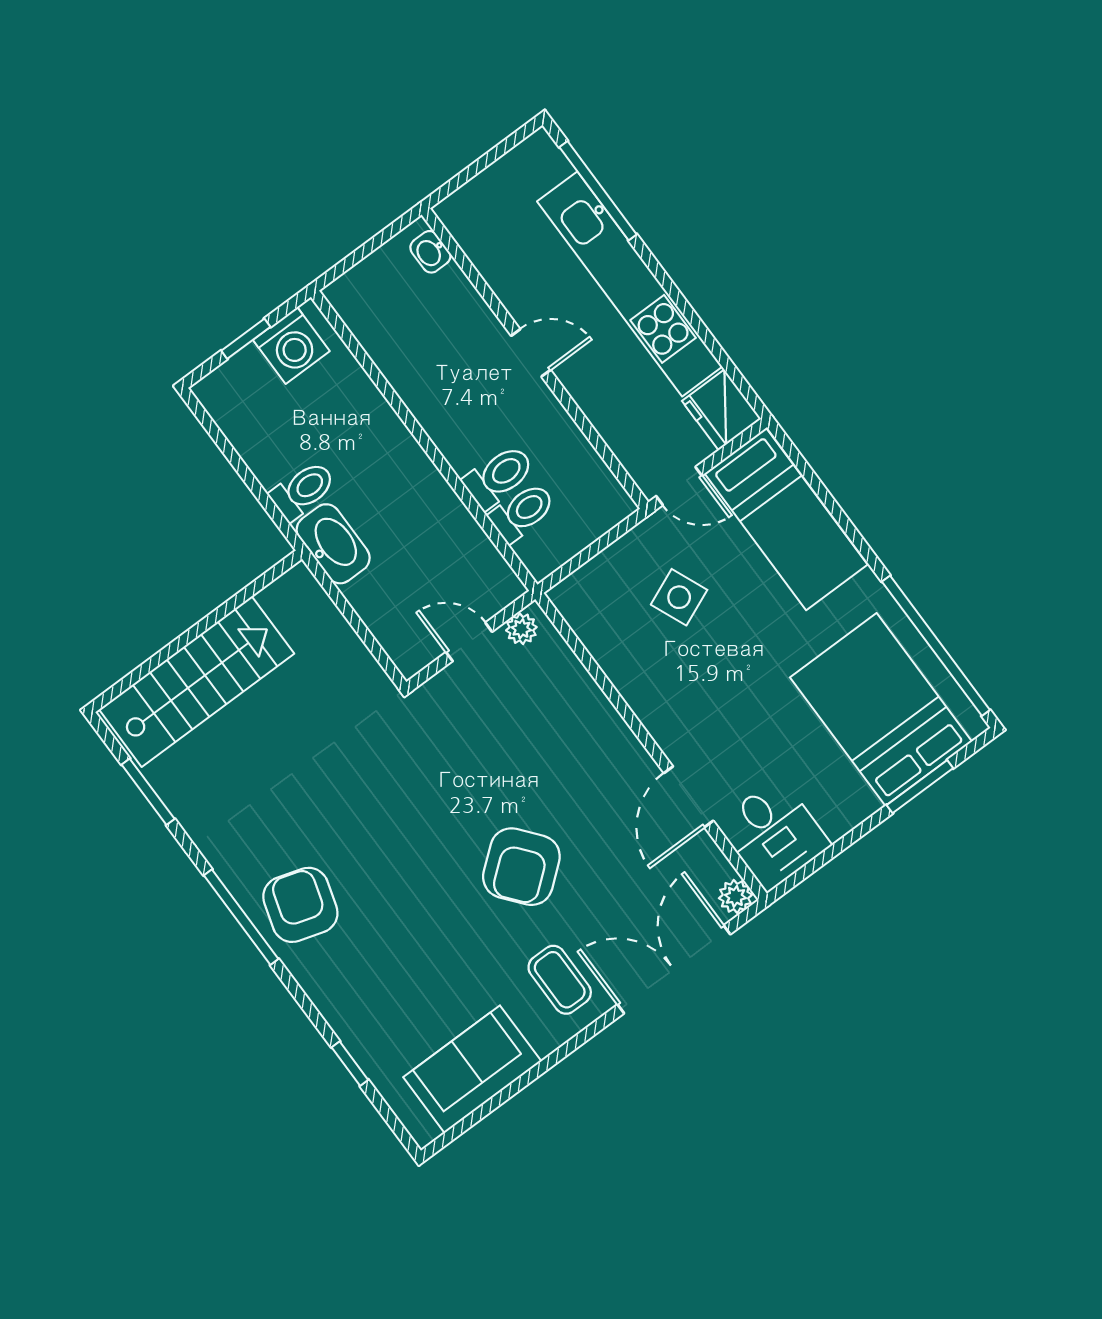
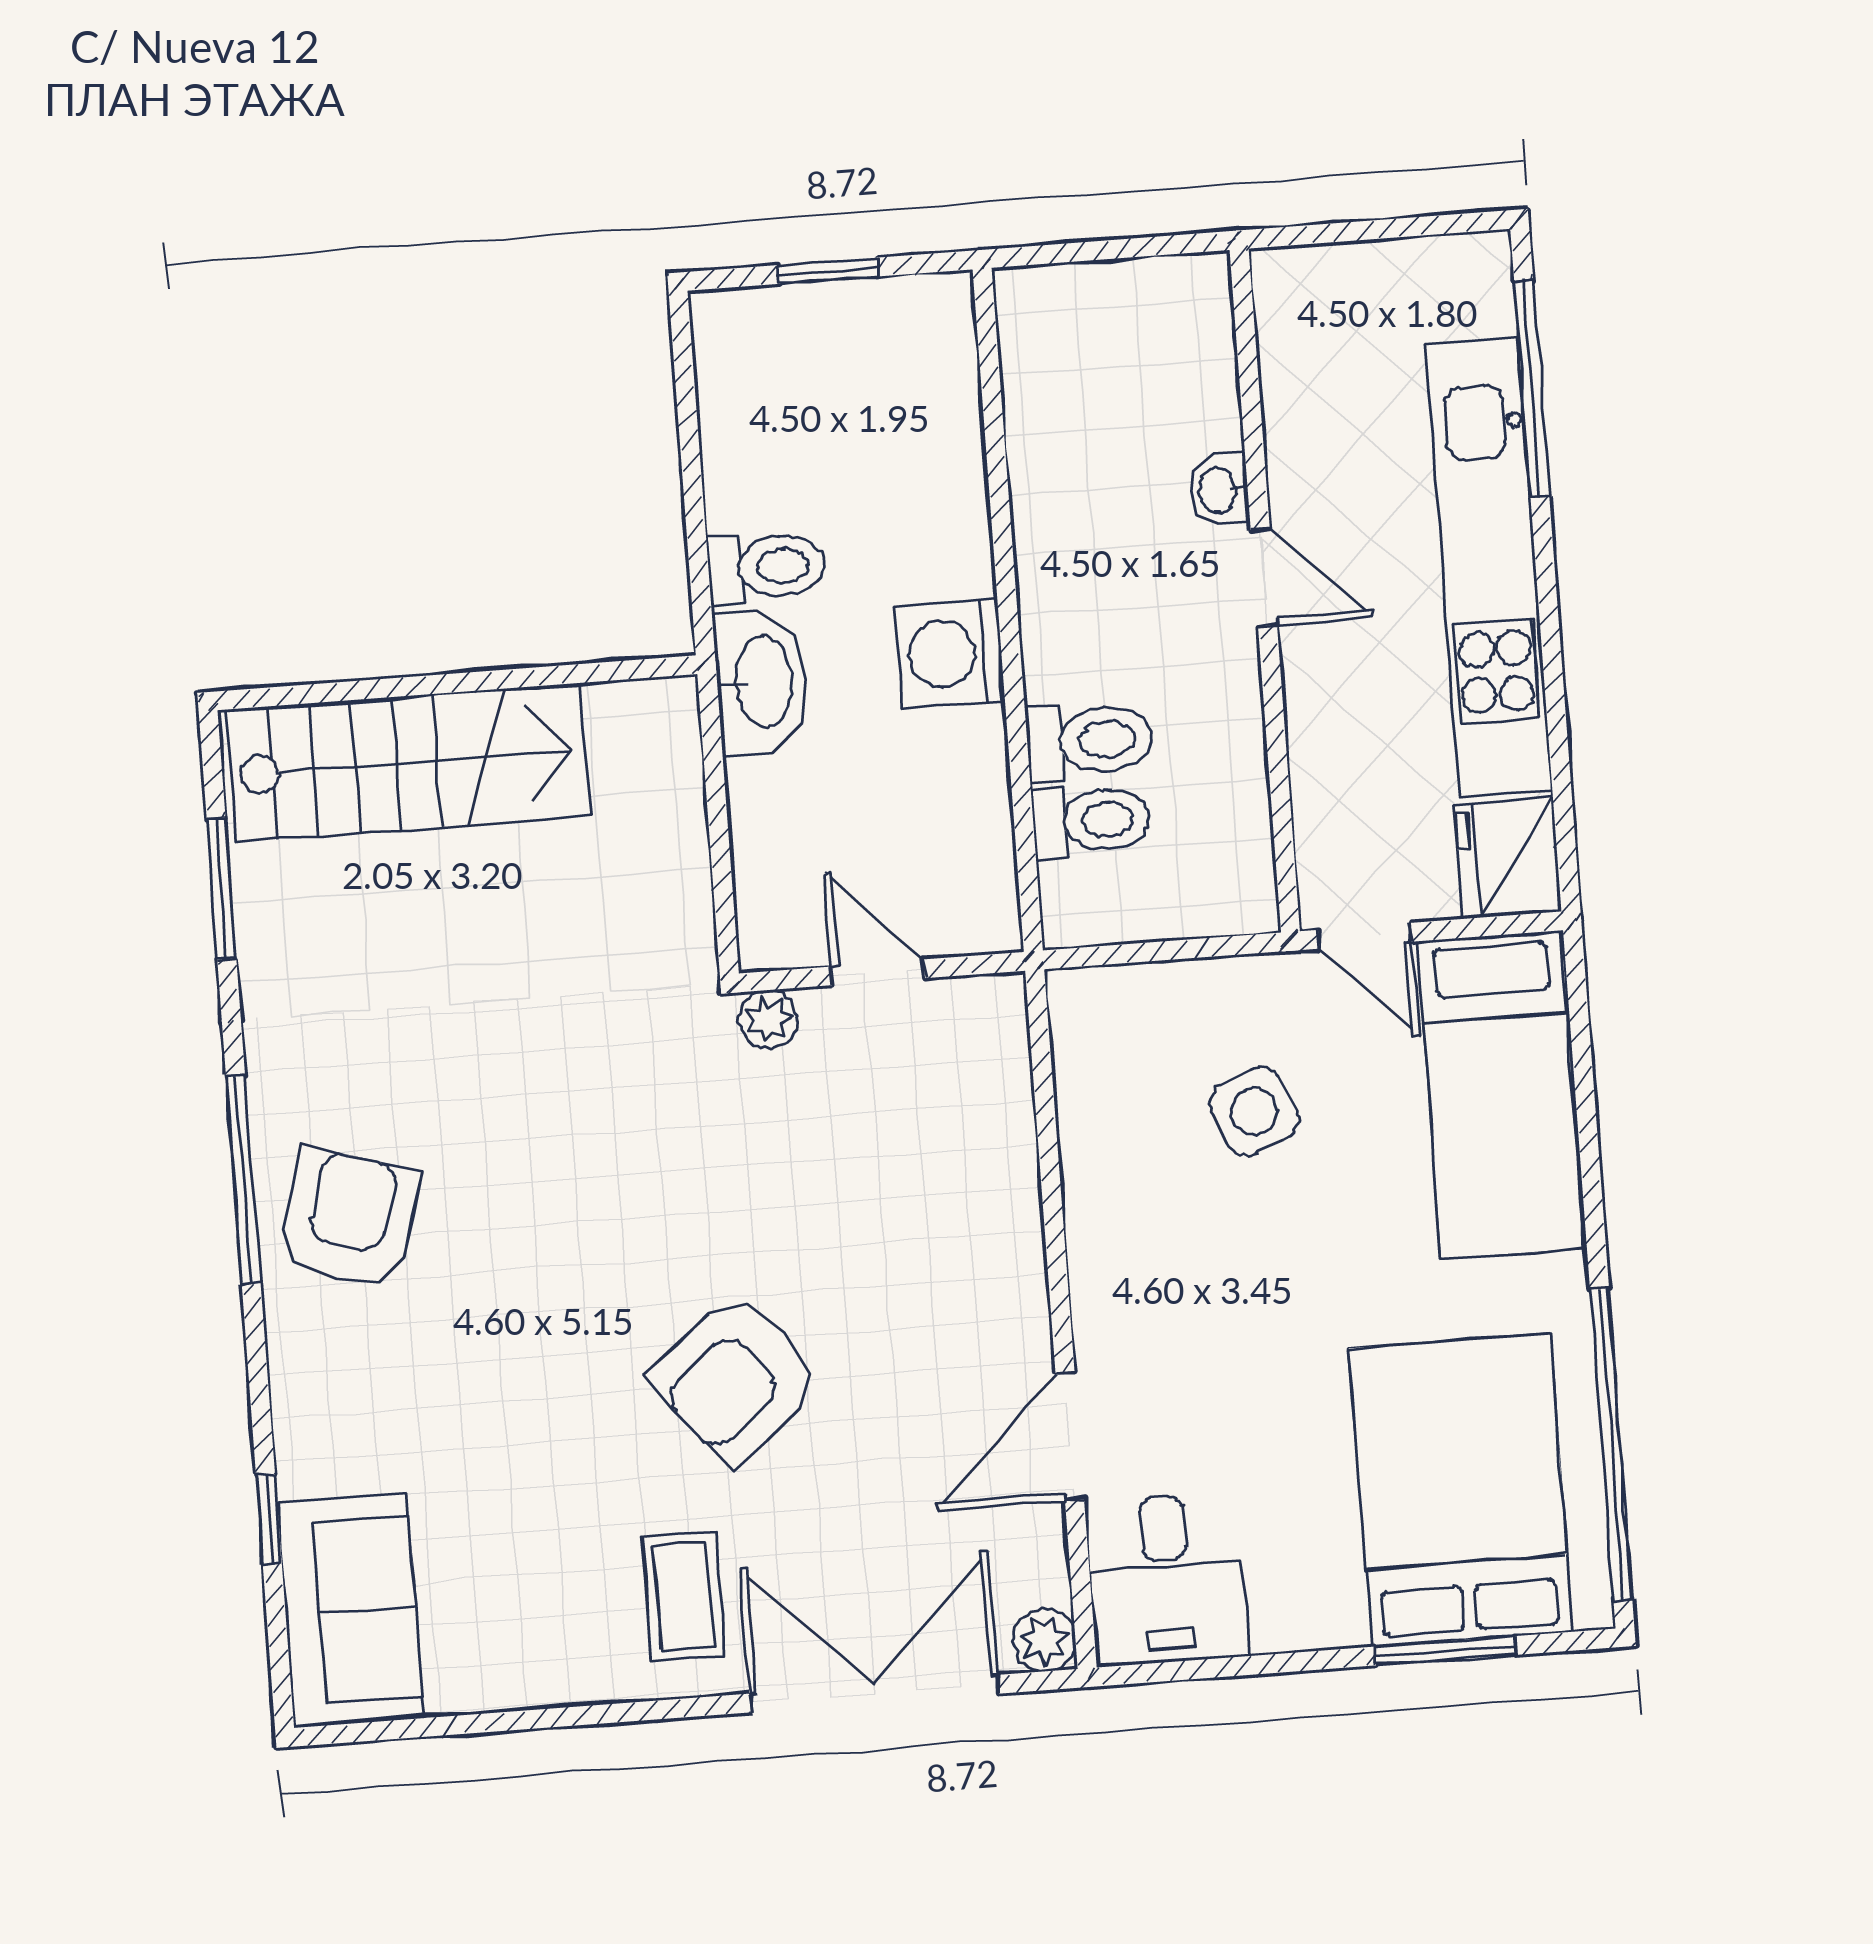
washbasin: (430, 252) -> (1219, 490), moved
washing machine: (291, 345) -> (950, 653), moved, turned 90
plant: (521, 629) -> (768, 1019), moved
sofa: (472, 1069) -> (350, 1611), moved, turned 90

